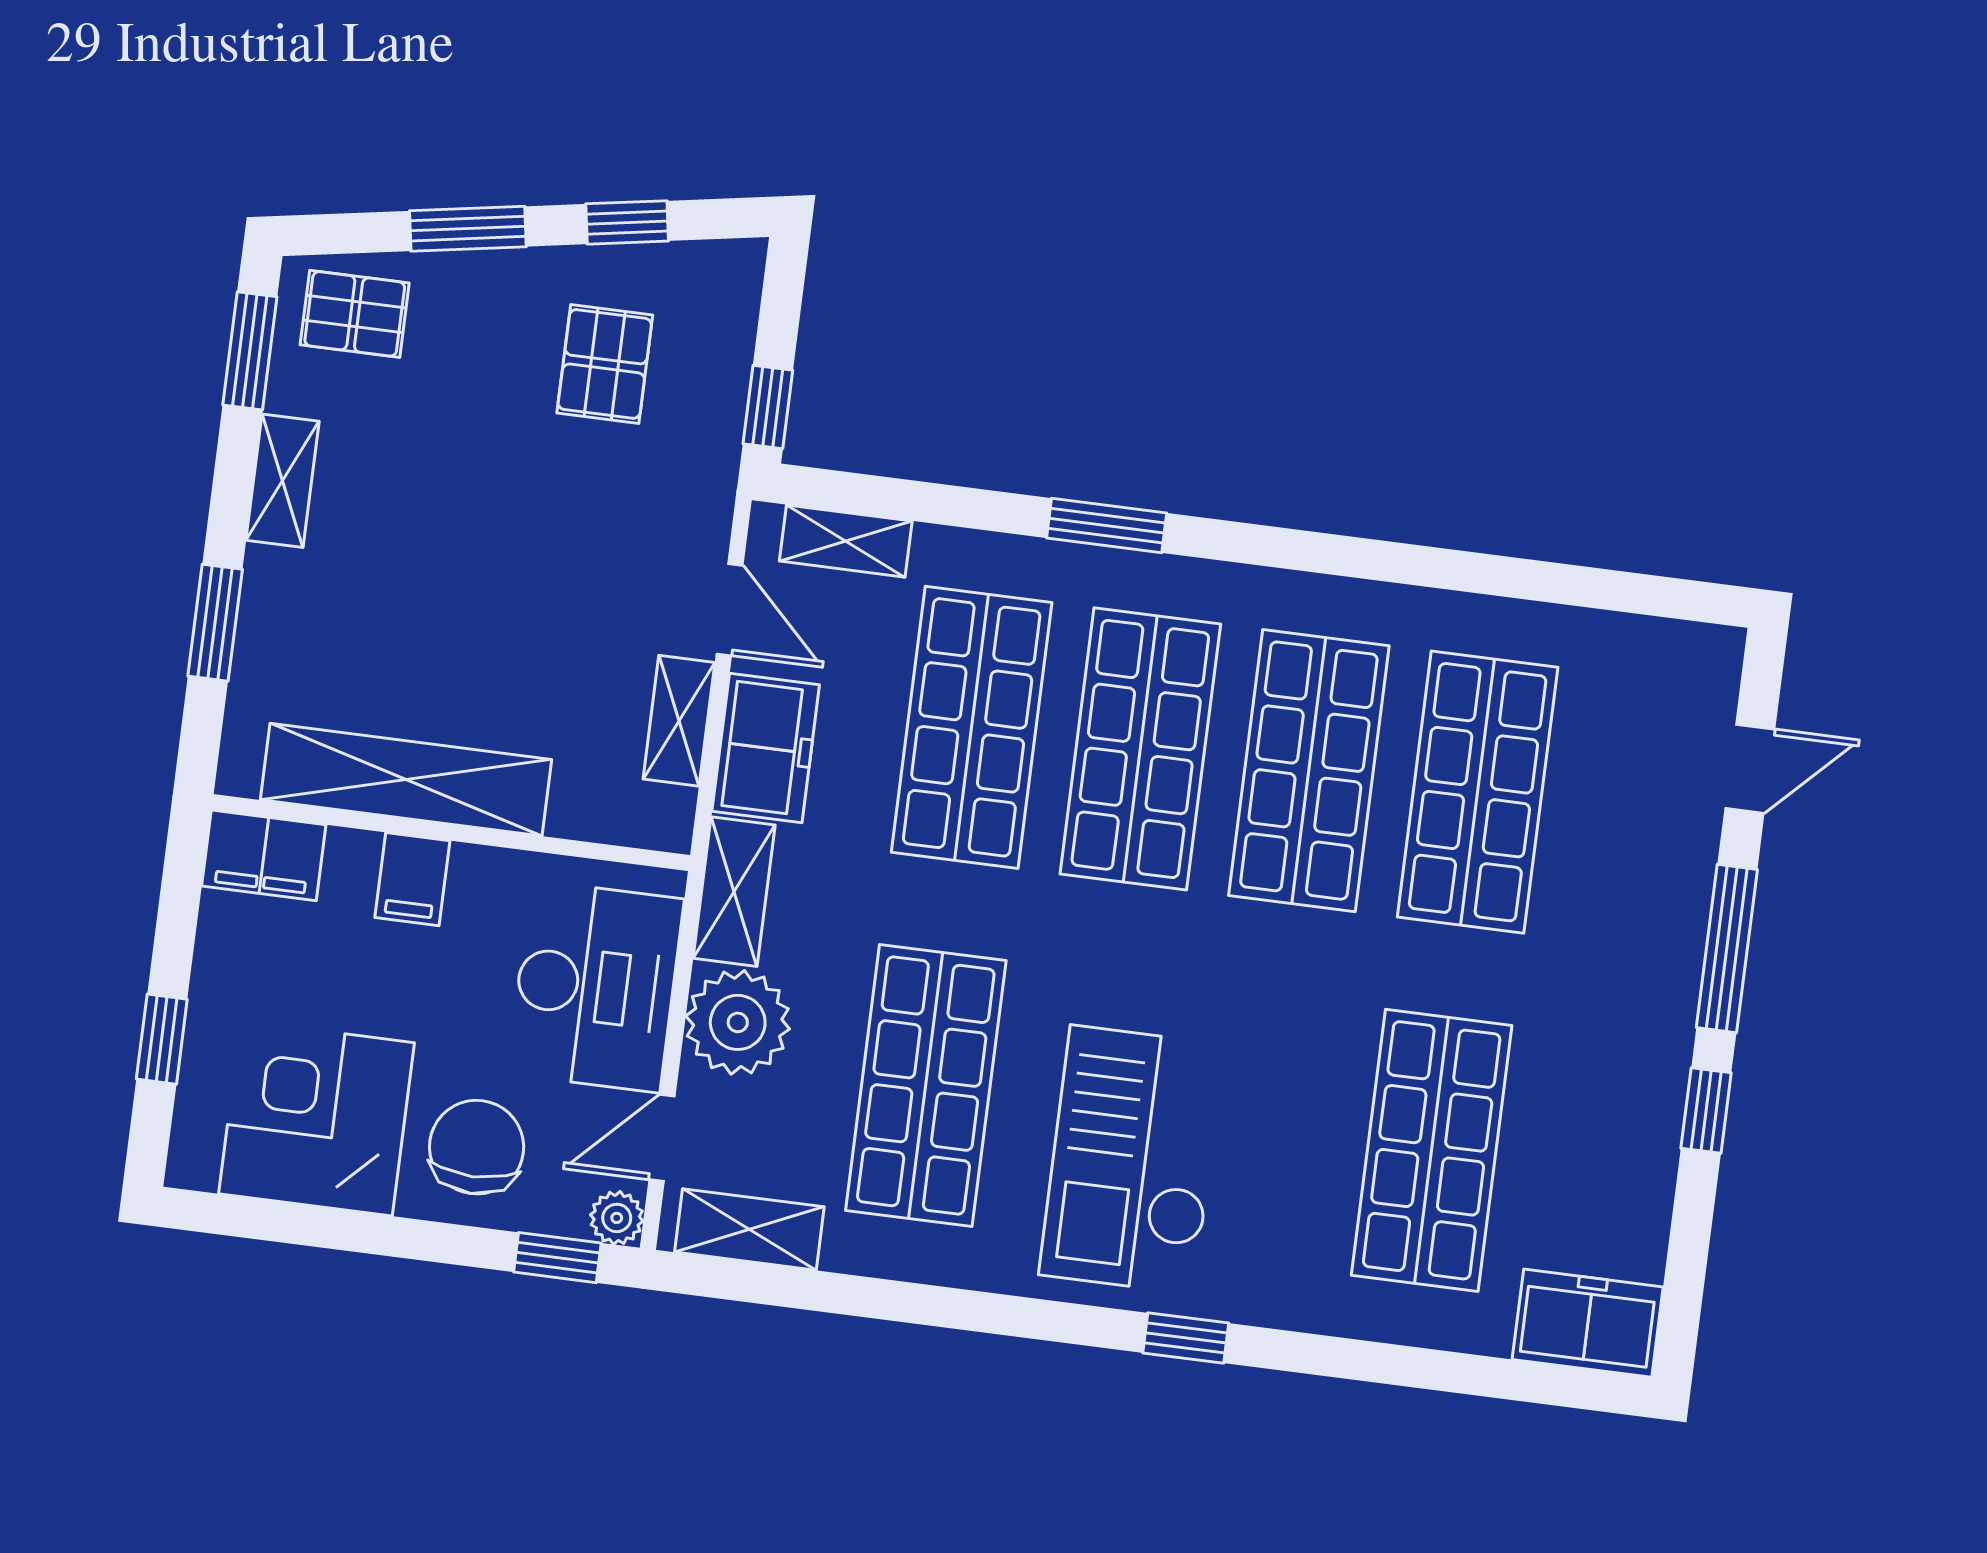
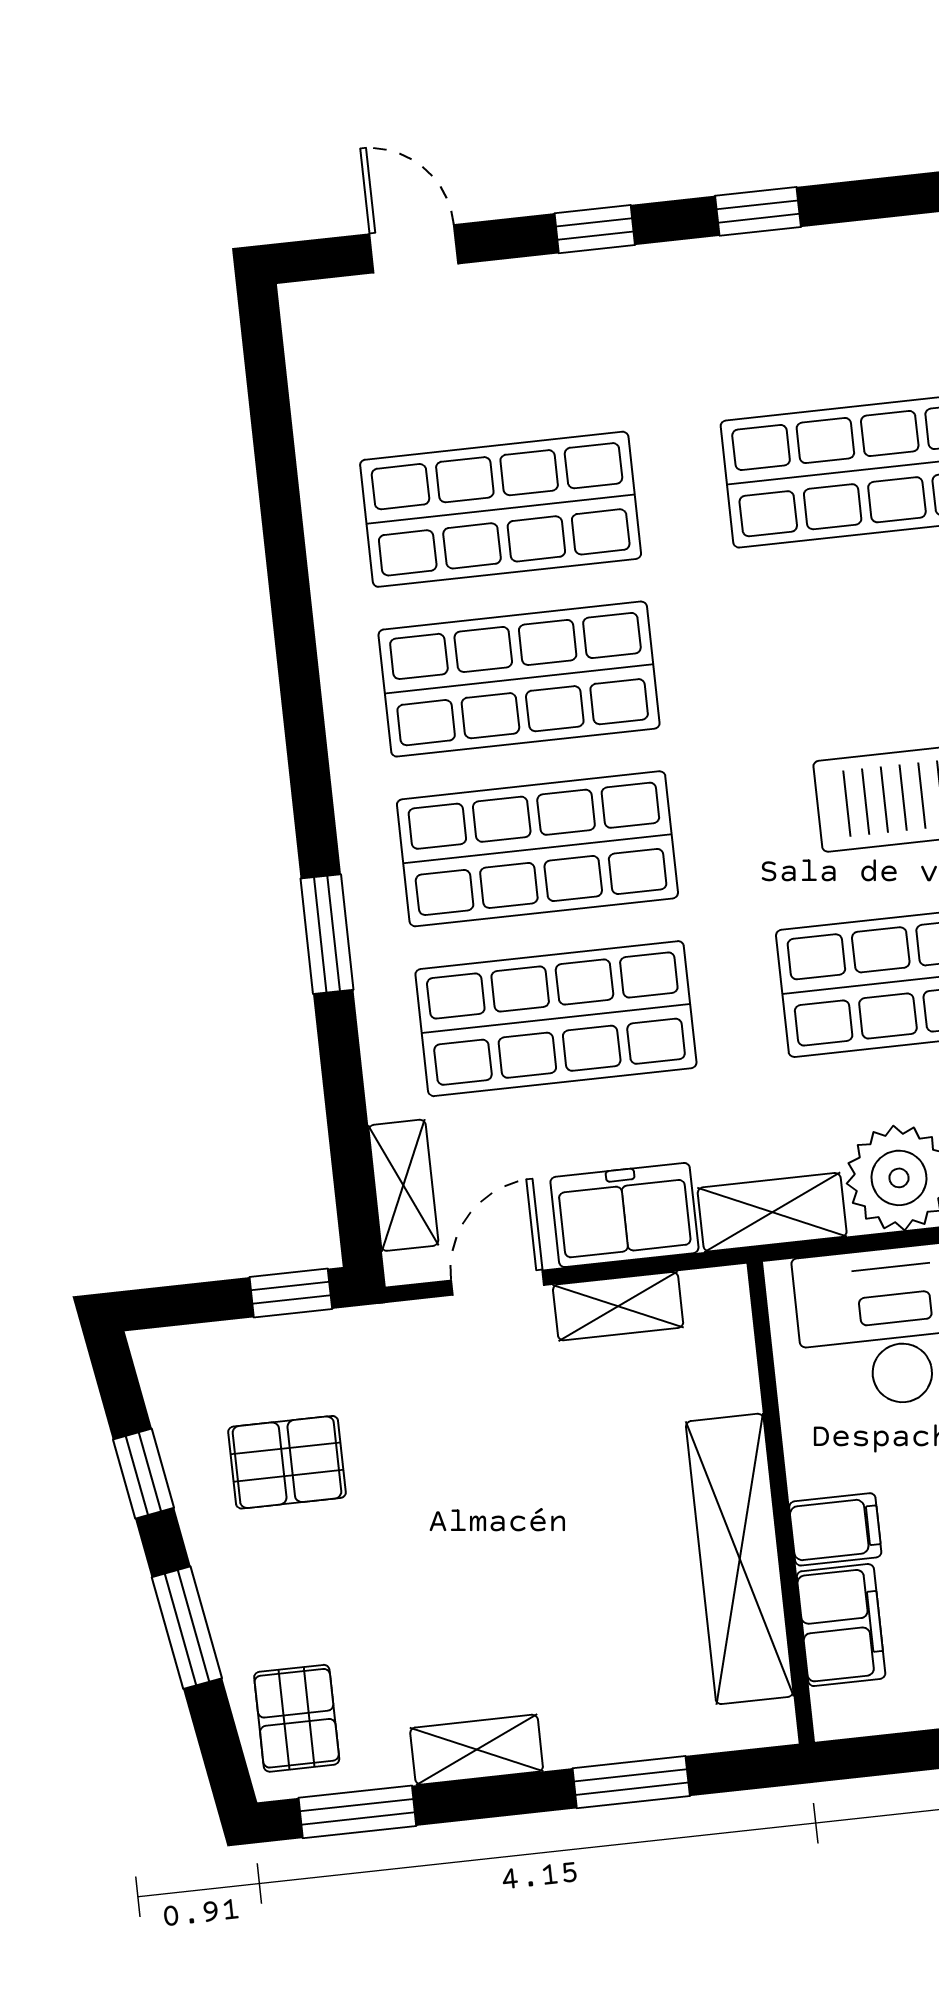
filing cabinet: (264, 855) -> (841, 1625), moved
window: (1727, 948) -> (595, 229), width x0.46

